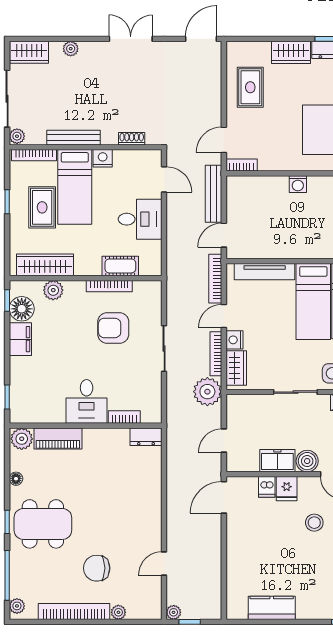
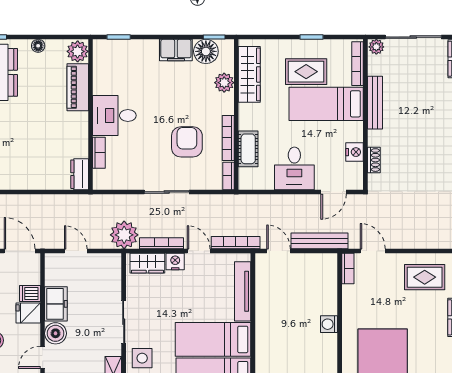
nightstand: (103, 158) -> (355, 152), moved
bookcase: (148, 286) -> (228, 176), added

